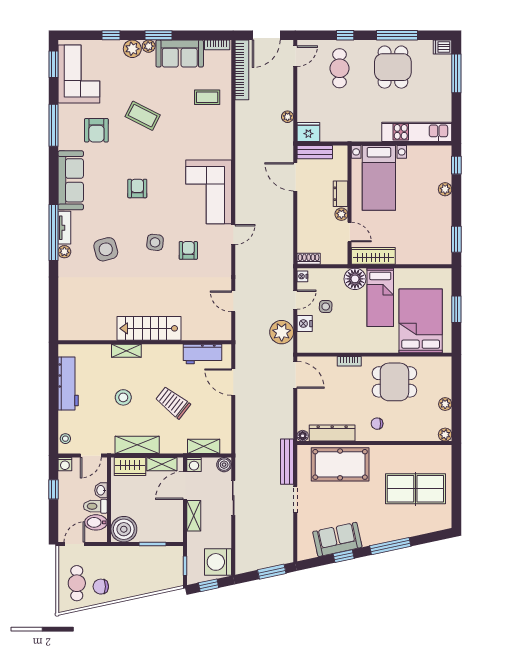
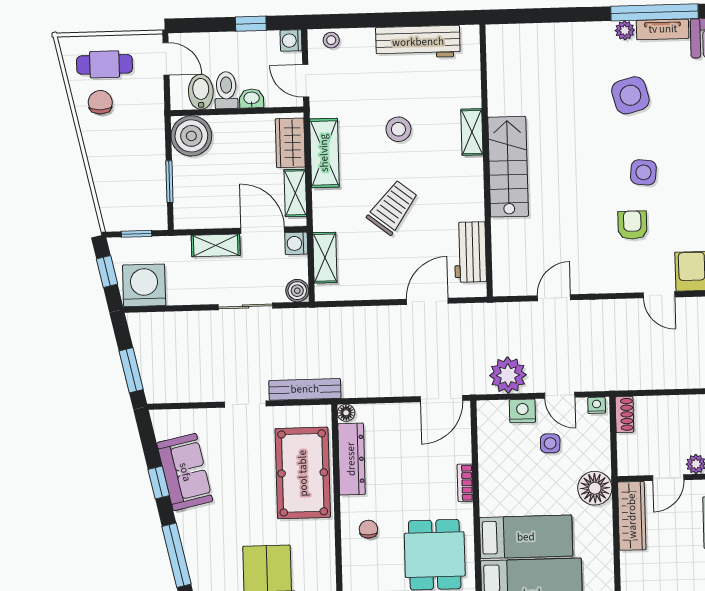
armchair: (188, 250) -> (632, 225), turned -90
bed: (380, 297) -> (526, 537), moved, turned 180

